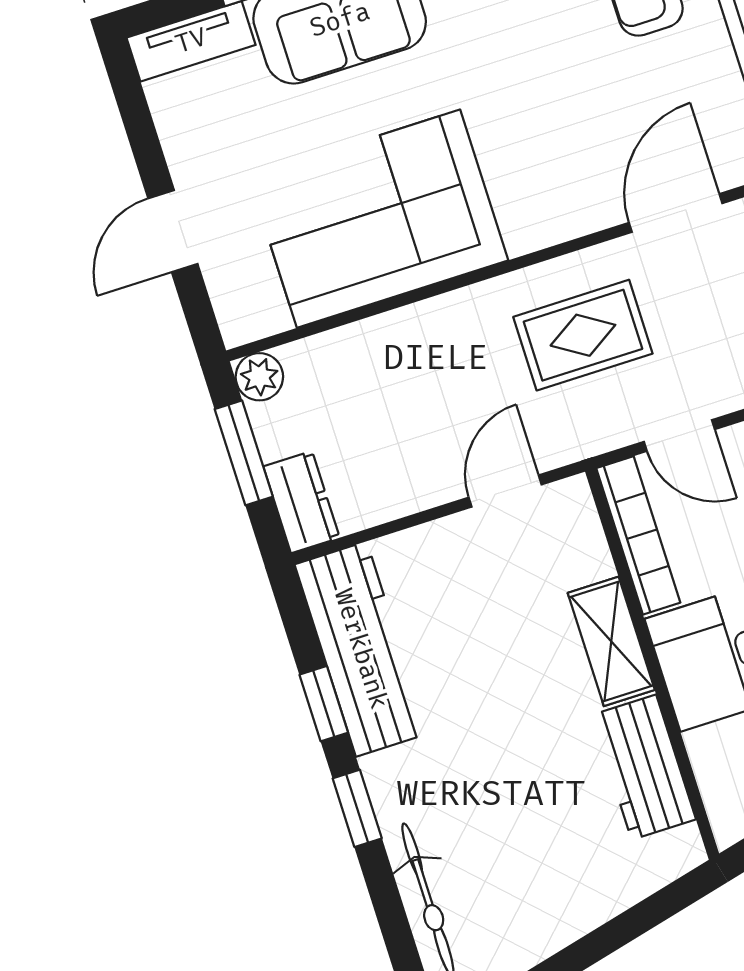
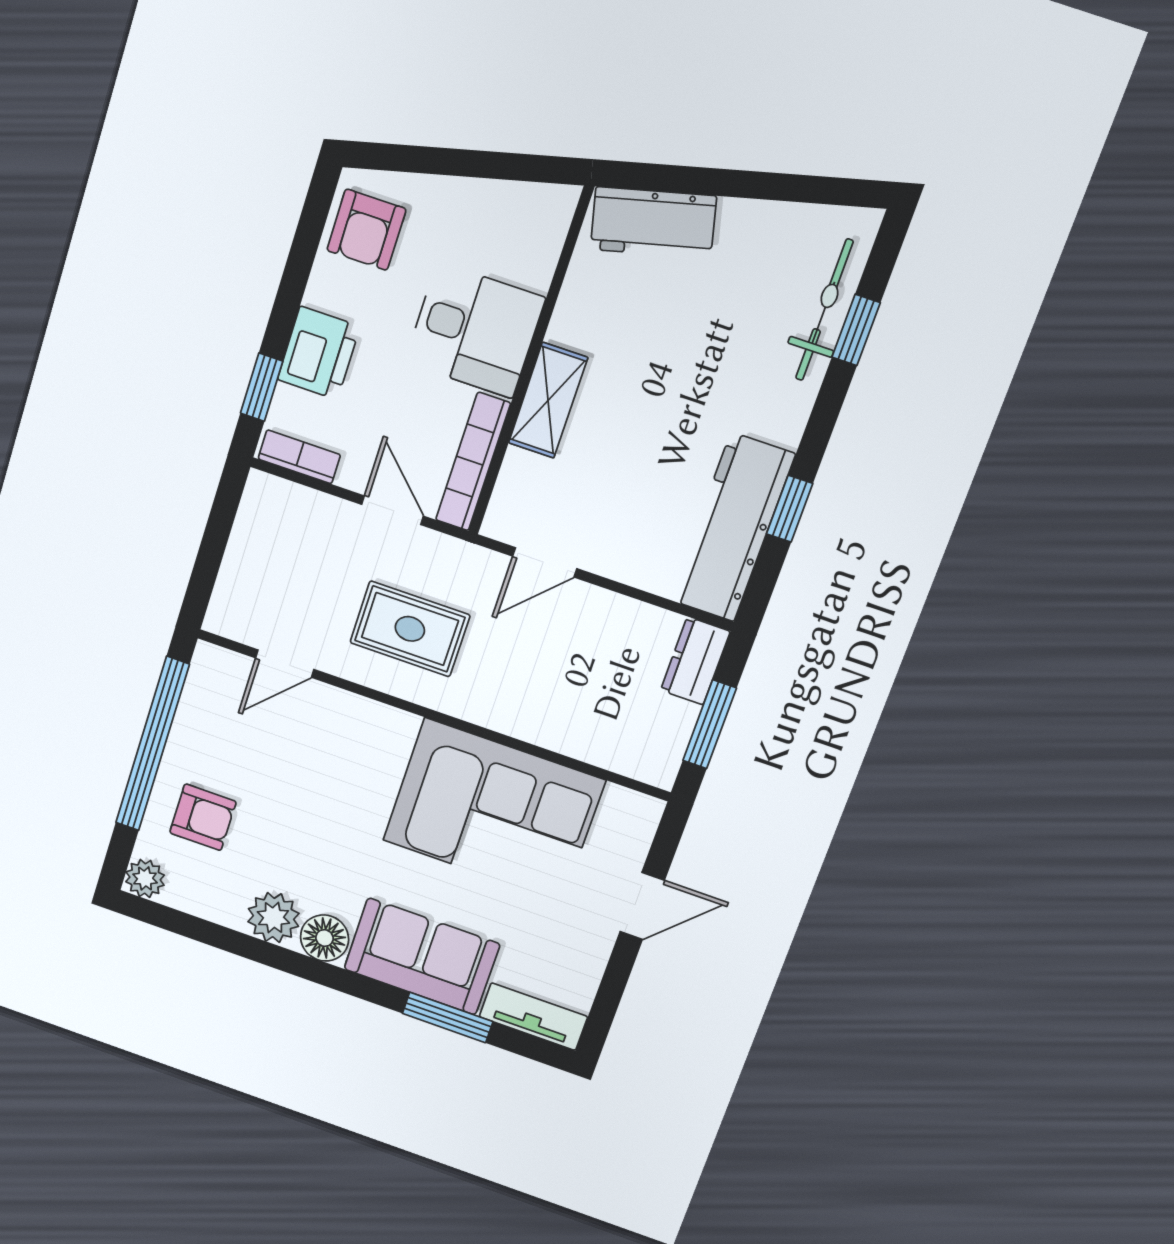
door: (676, 213) -> (285, 664), width x0.73
plant: (259, 377) -> (658, 767), removed
workbench: (644, 767) -> (653, 223), moved, turned 76
window: (357, 808) -> (856, 330), moved

